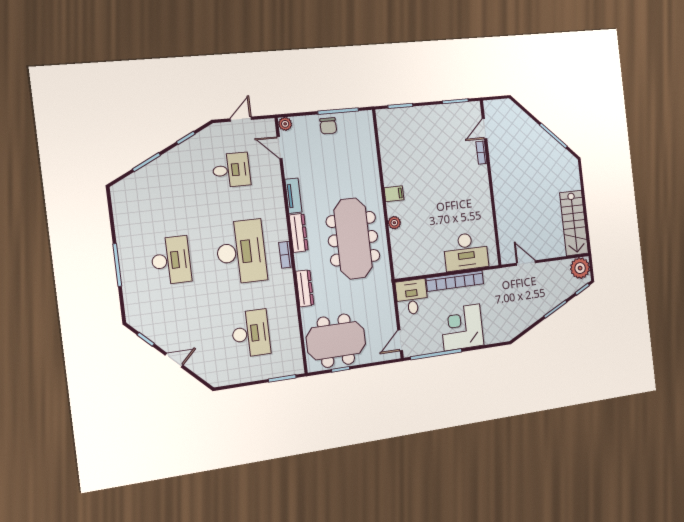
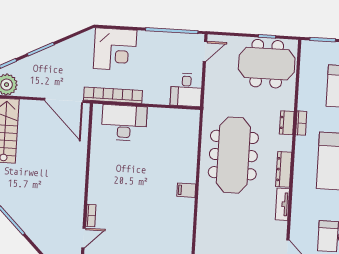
plant: (394, 223) -> (191, 163), removed
bookcase: (285, 255) -> (301, 123), moved
door: (526, 263) -> (64, 100), width x1.88
bookcase: (455, 281) -> (113, 95), moved
dresser: (305, 288) -> (287, 123), width x0.70
corner desk: (462, 327) -> (115, 49), moved

